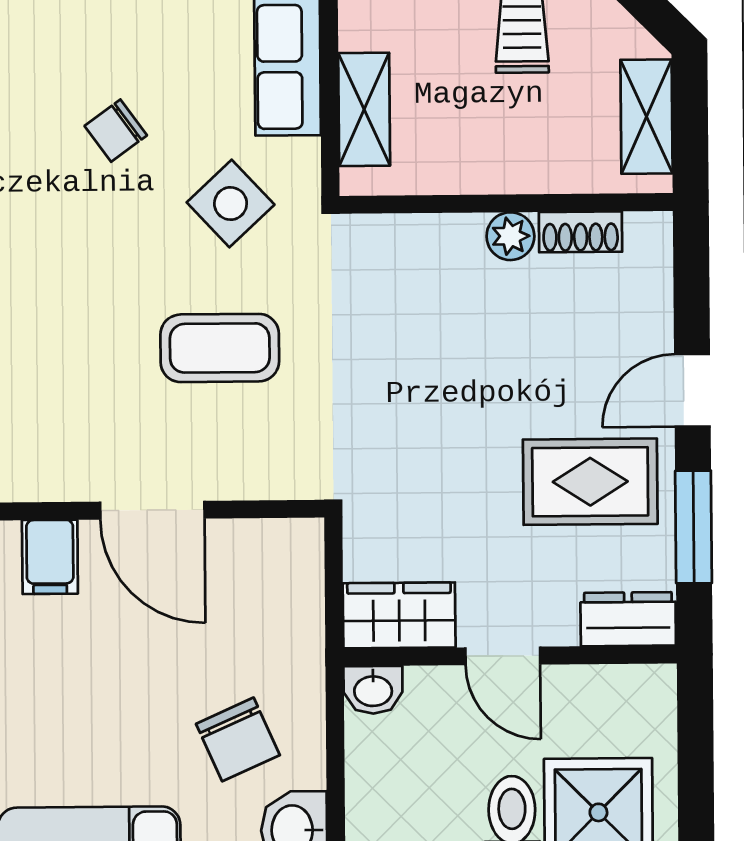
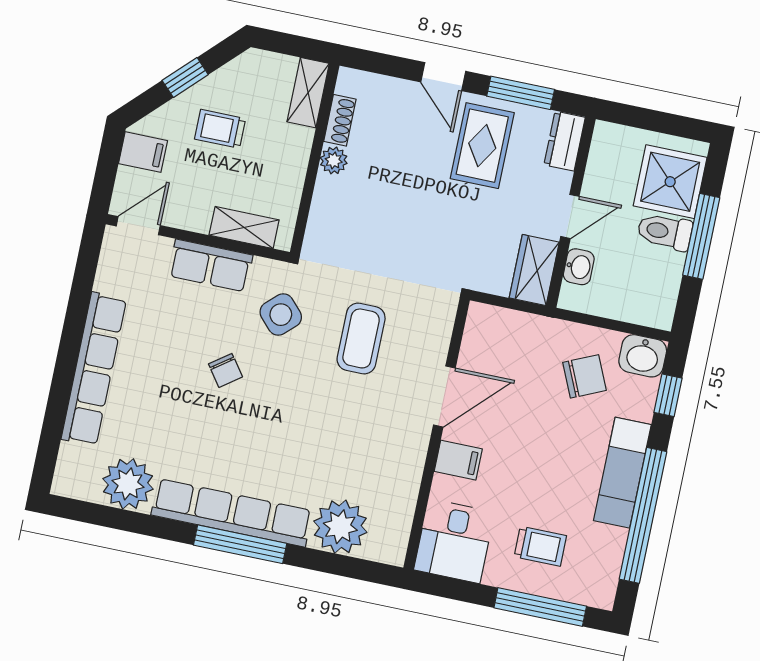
shelving: (646, 117) -> (308, 93), moved, turned 90
washbasin: (373, 690) -> (579, 267), moved

